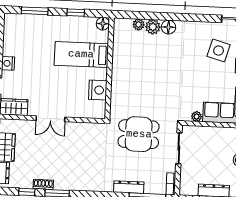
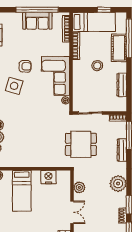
plant: (82, 130) -> (79, 187), added
dining table: (139, 134) -> (81, 144), turned 90
plant: (85, 180) -> (118, 184), added

